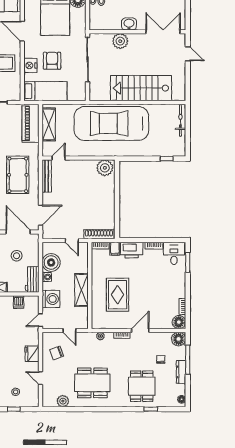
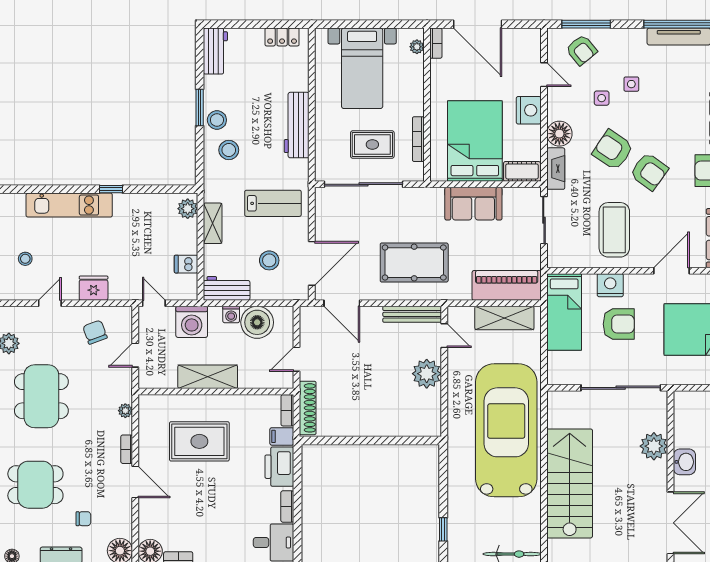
plant: (105, 168) -> (427, 374), moved

